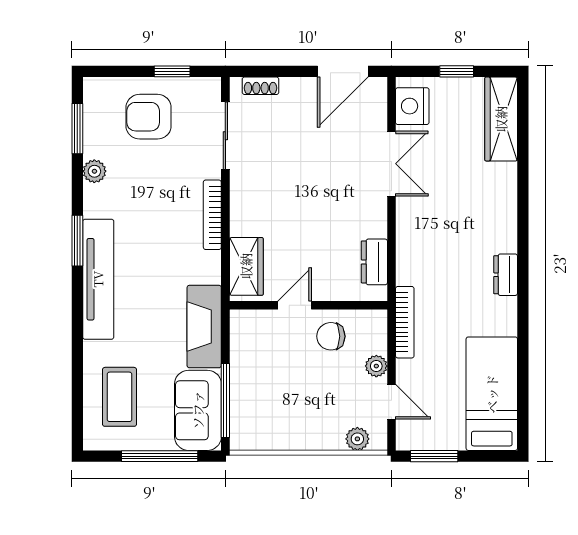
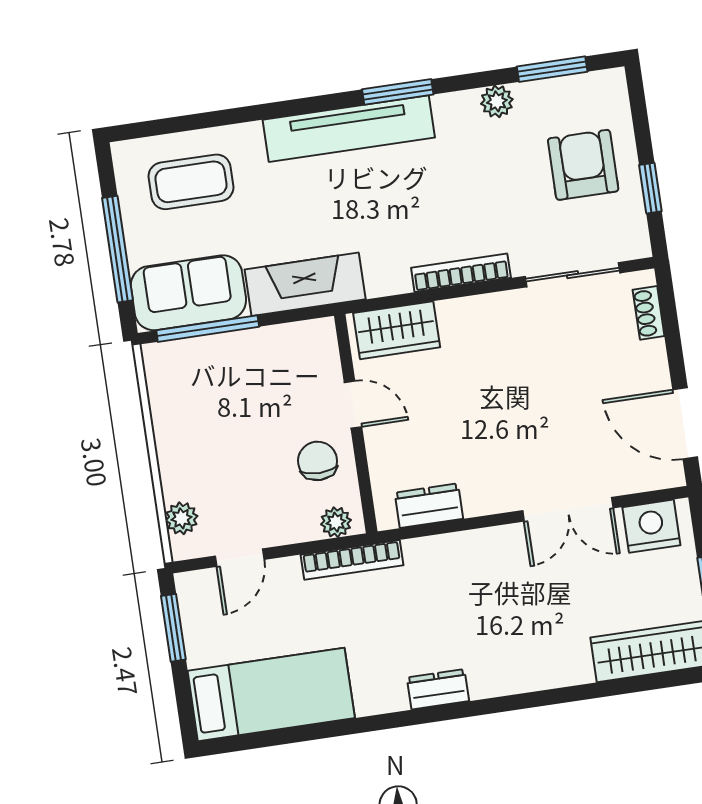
plant: (376, 366) -> (336, 522), moved

